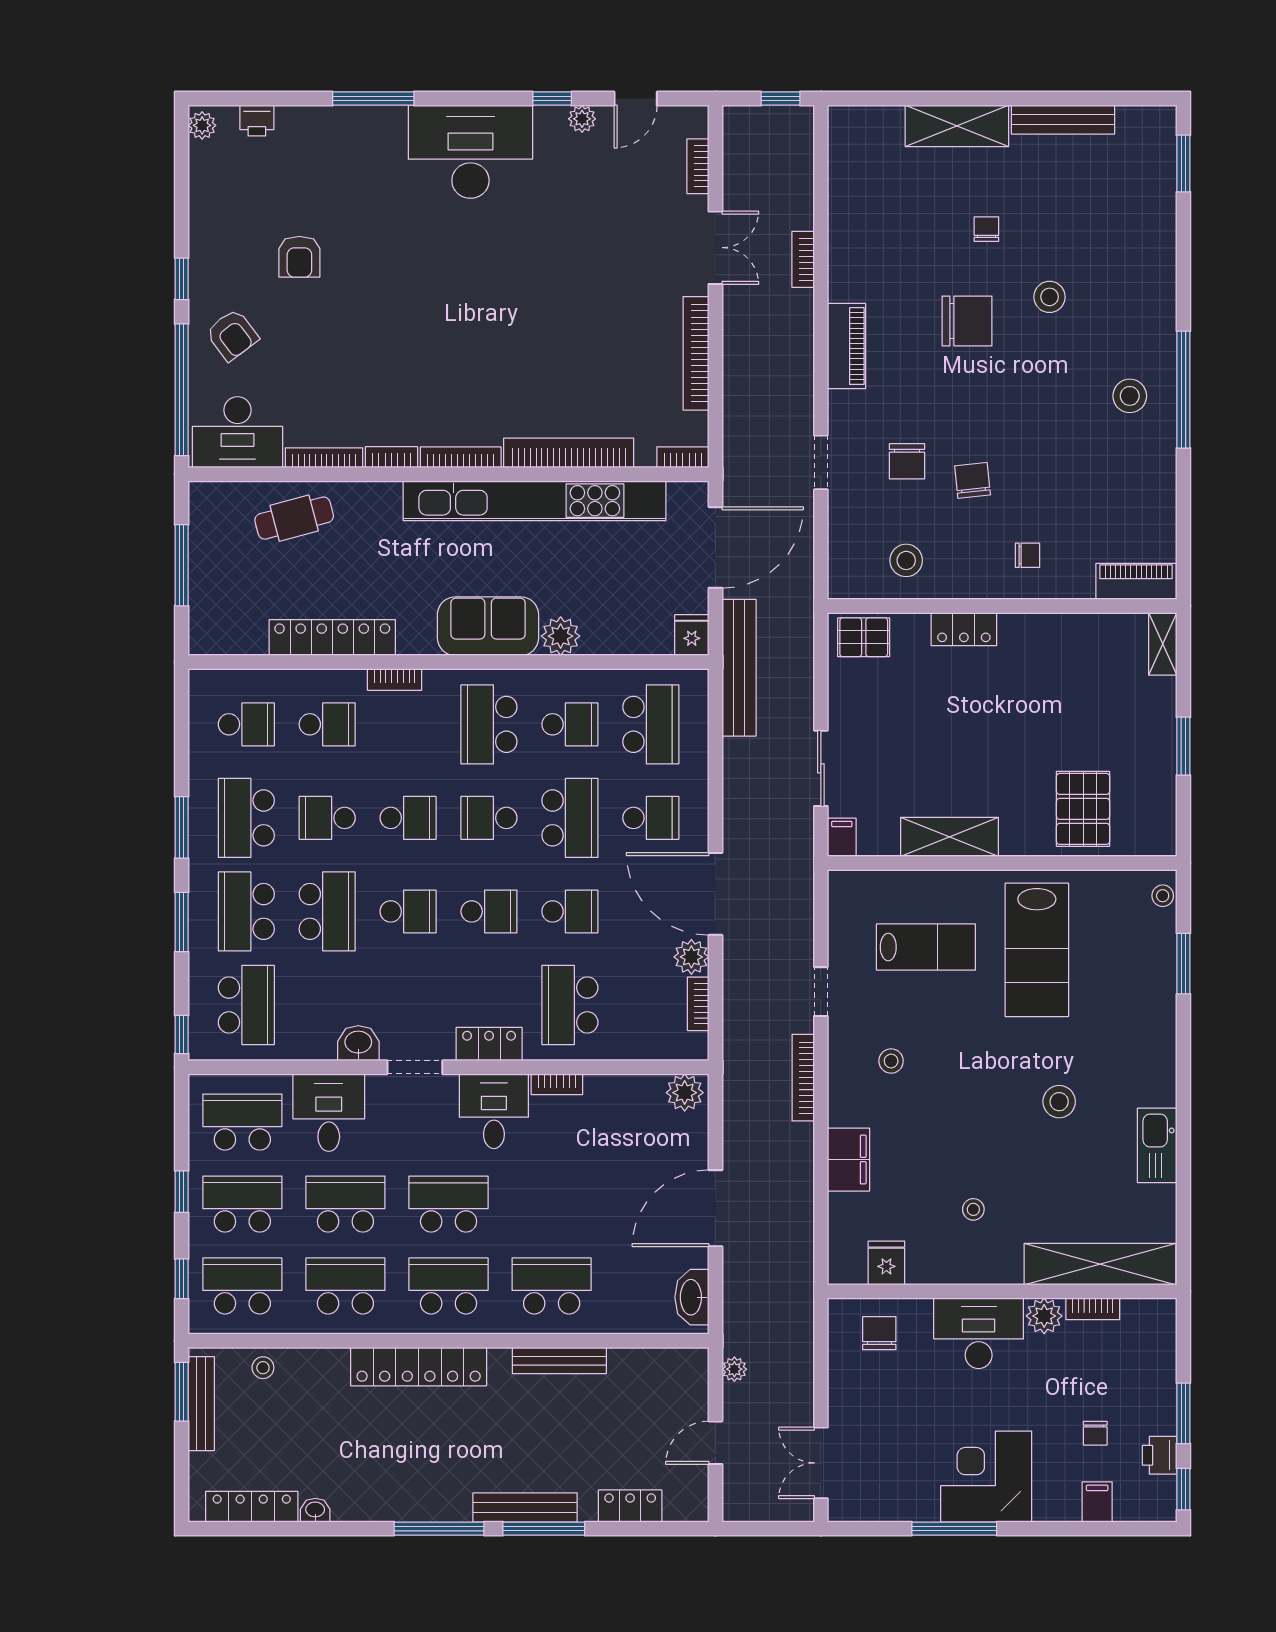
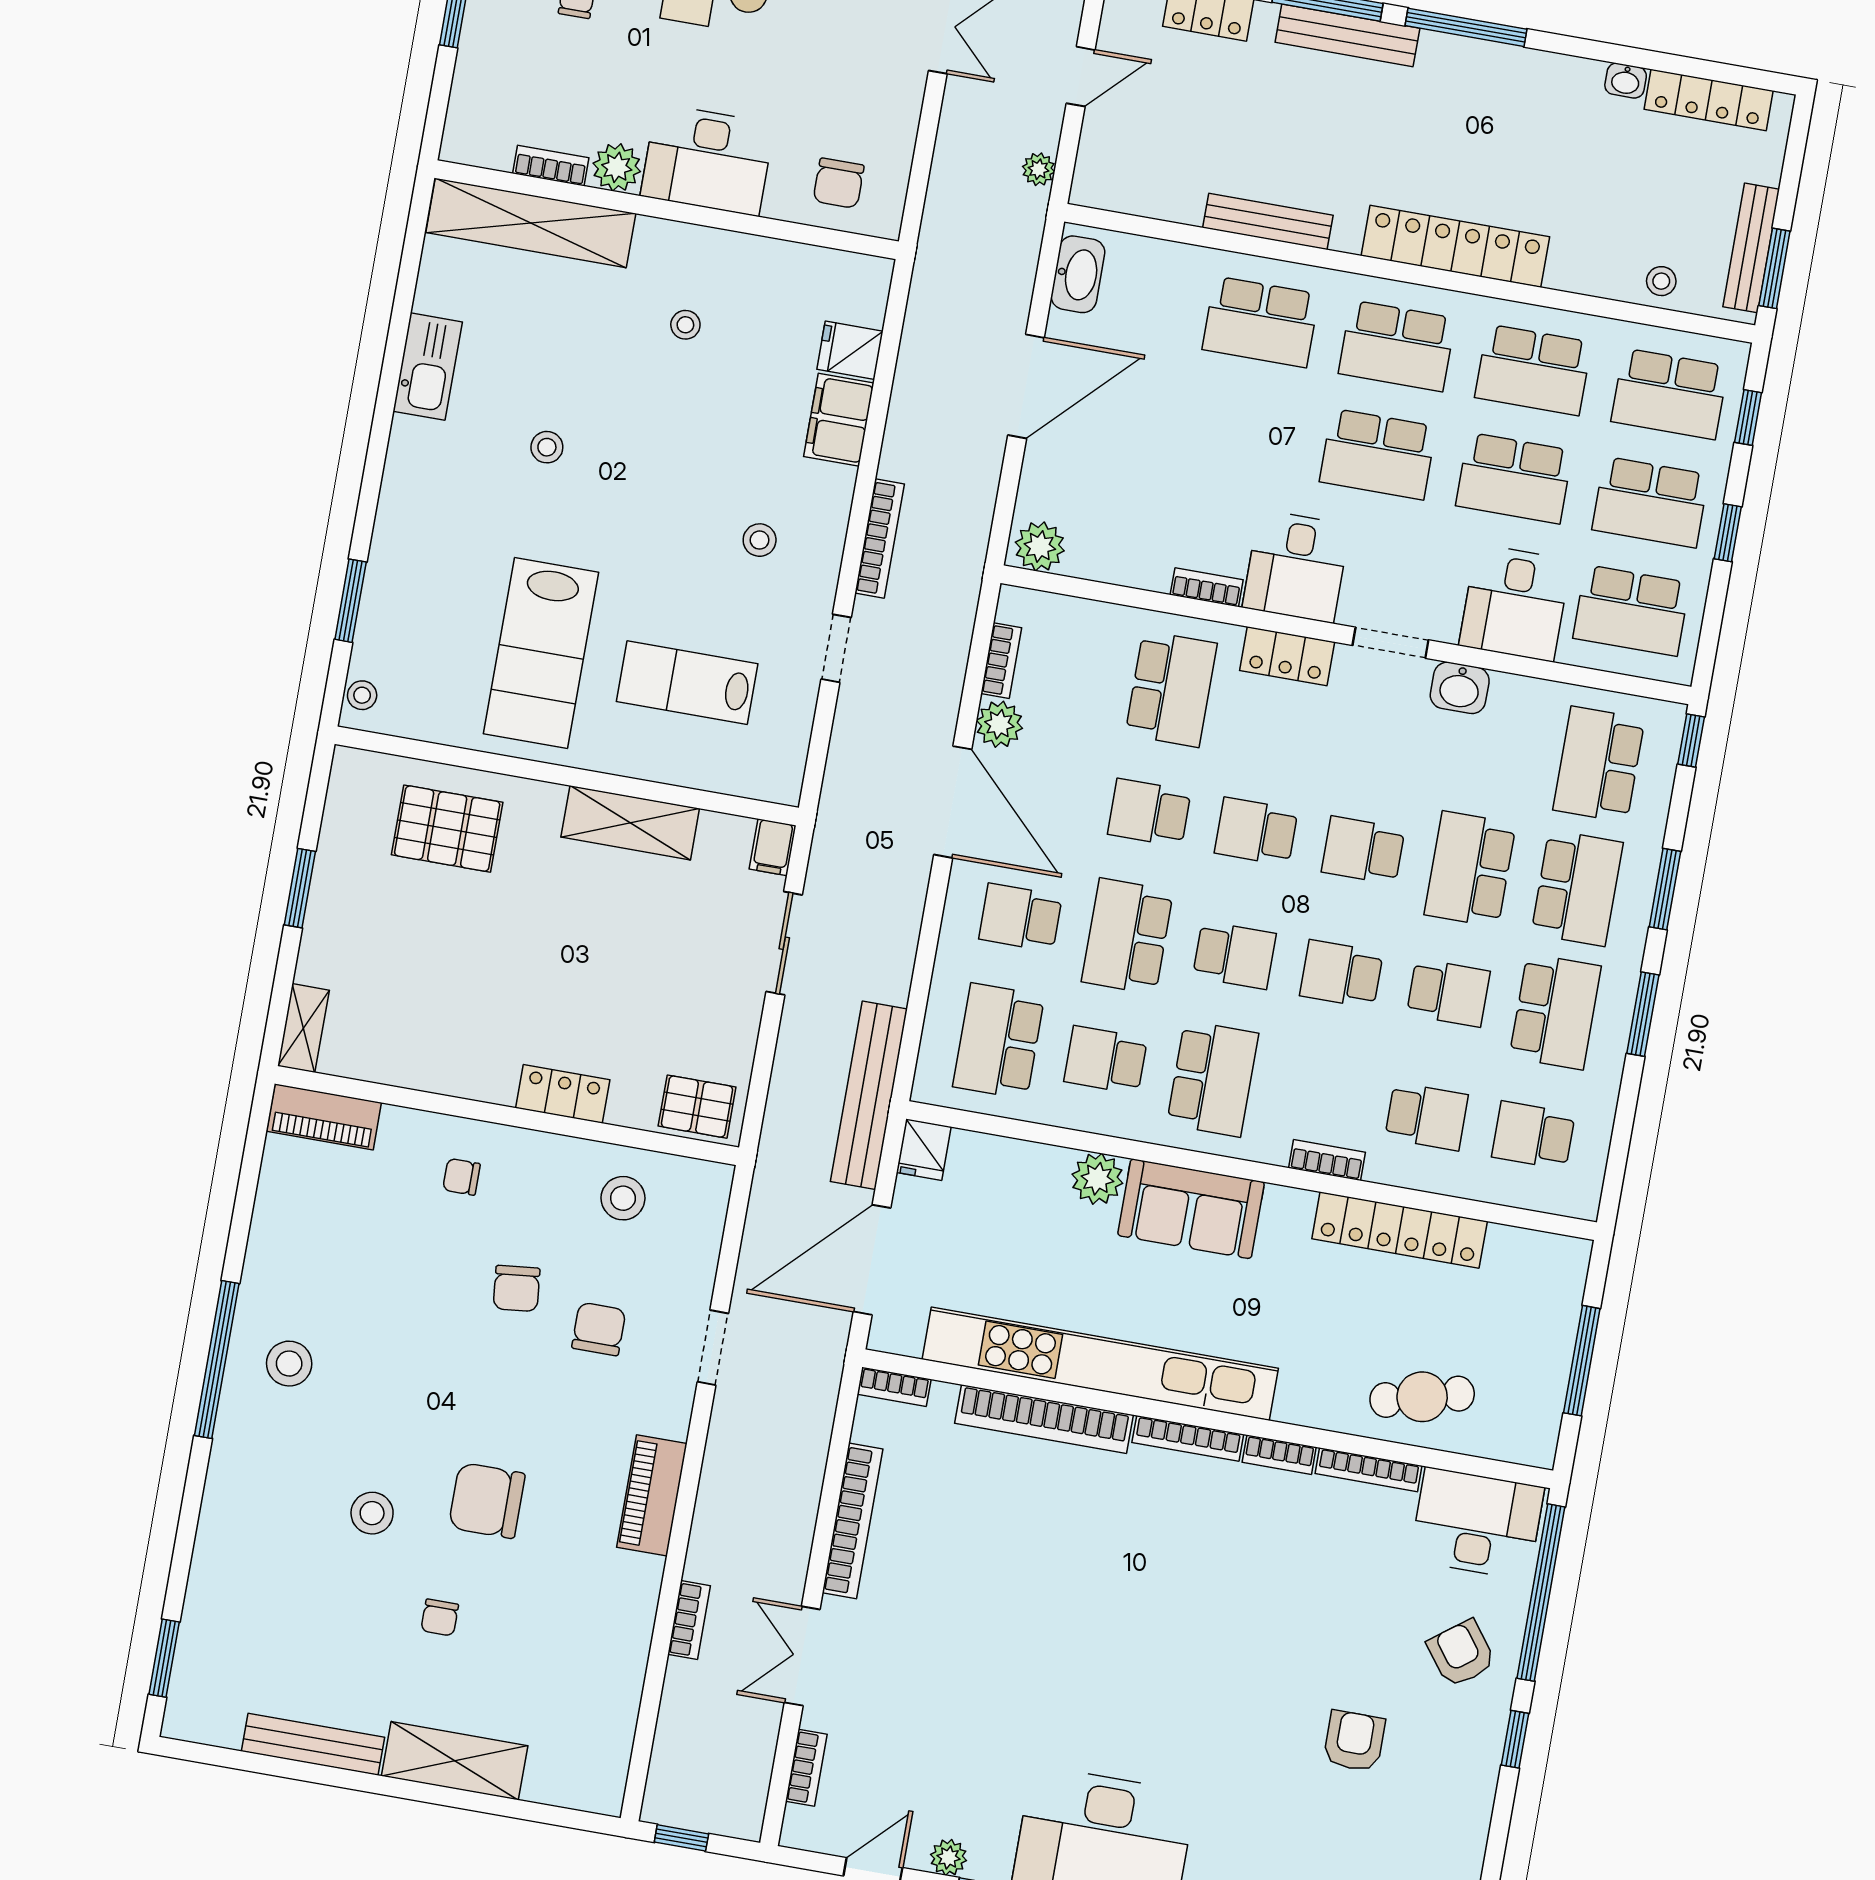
school desk: (327, 724) -> (1426, 1116), turned 180
pallet: (1083, 809) -> (447, 829), turned 90
lab bench: (1037, 950) -> (541, 653), turned 180
stool: (1059, 1102) -> (547, 447), width x0.73, depth x0.73
fridge: (886, 1263) -> (850, 350), moved, turned 90

